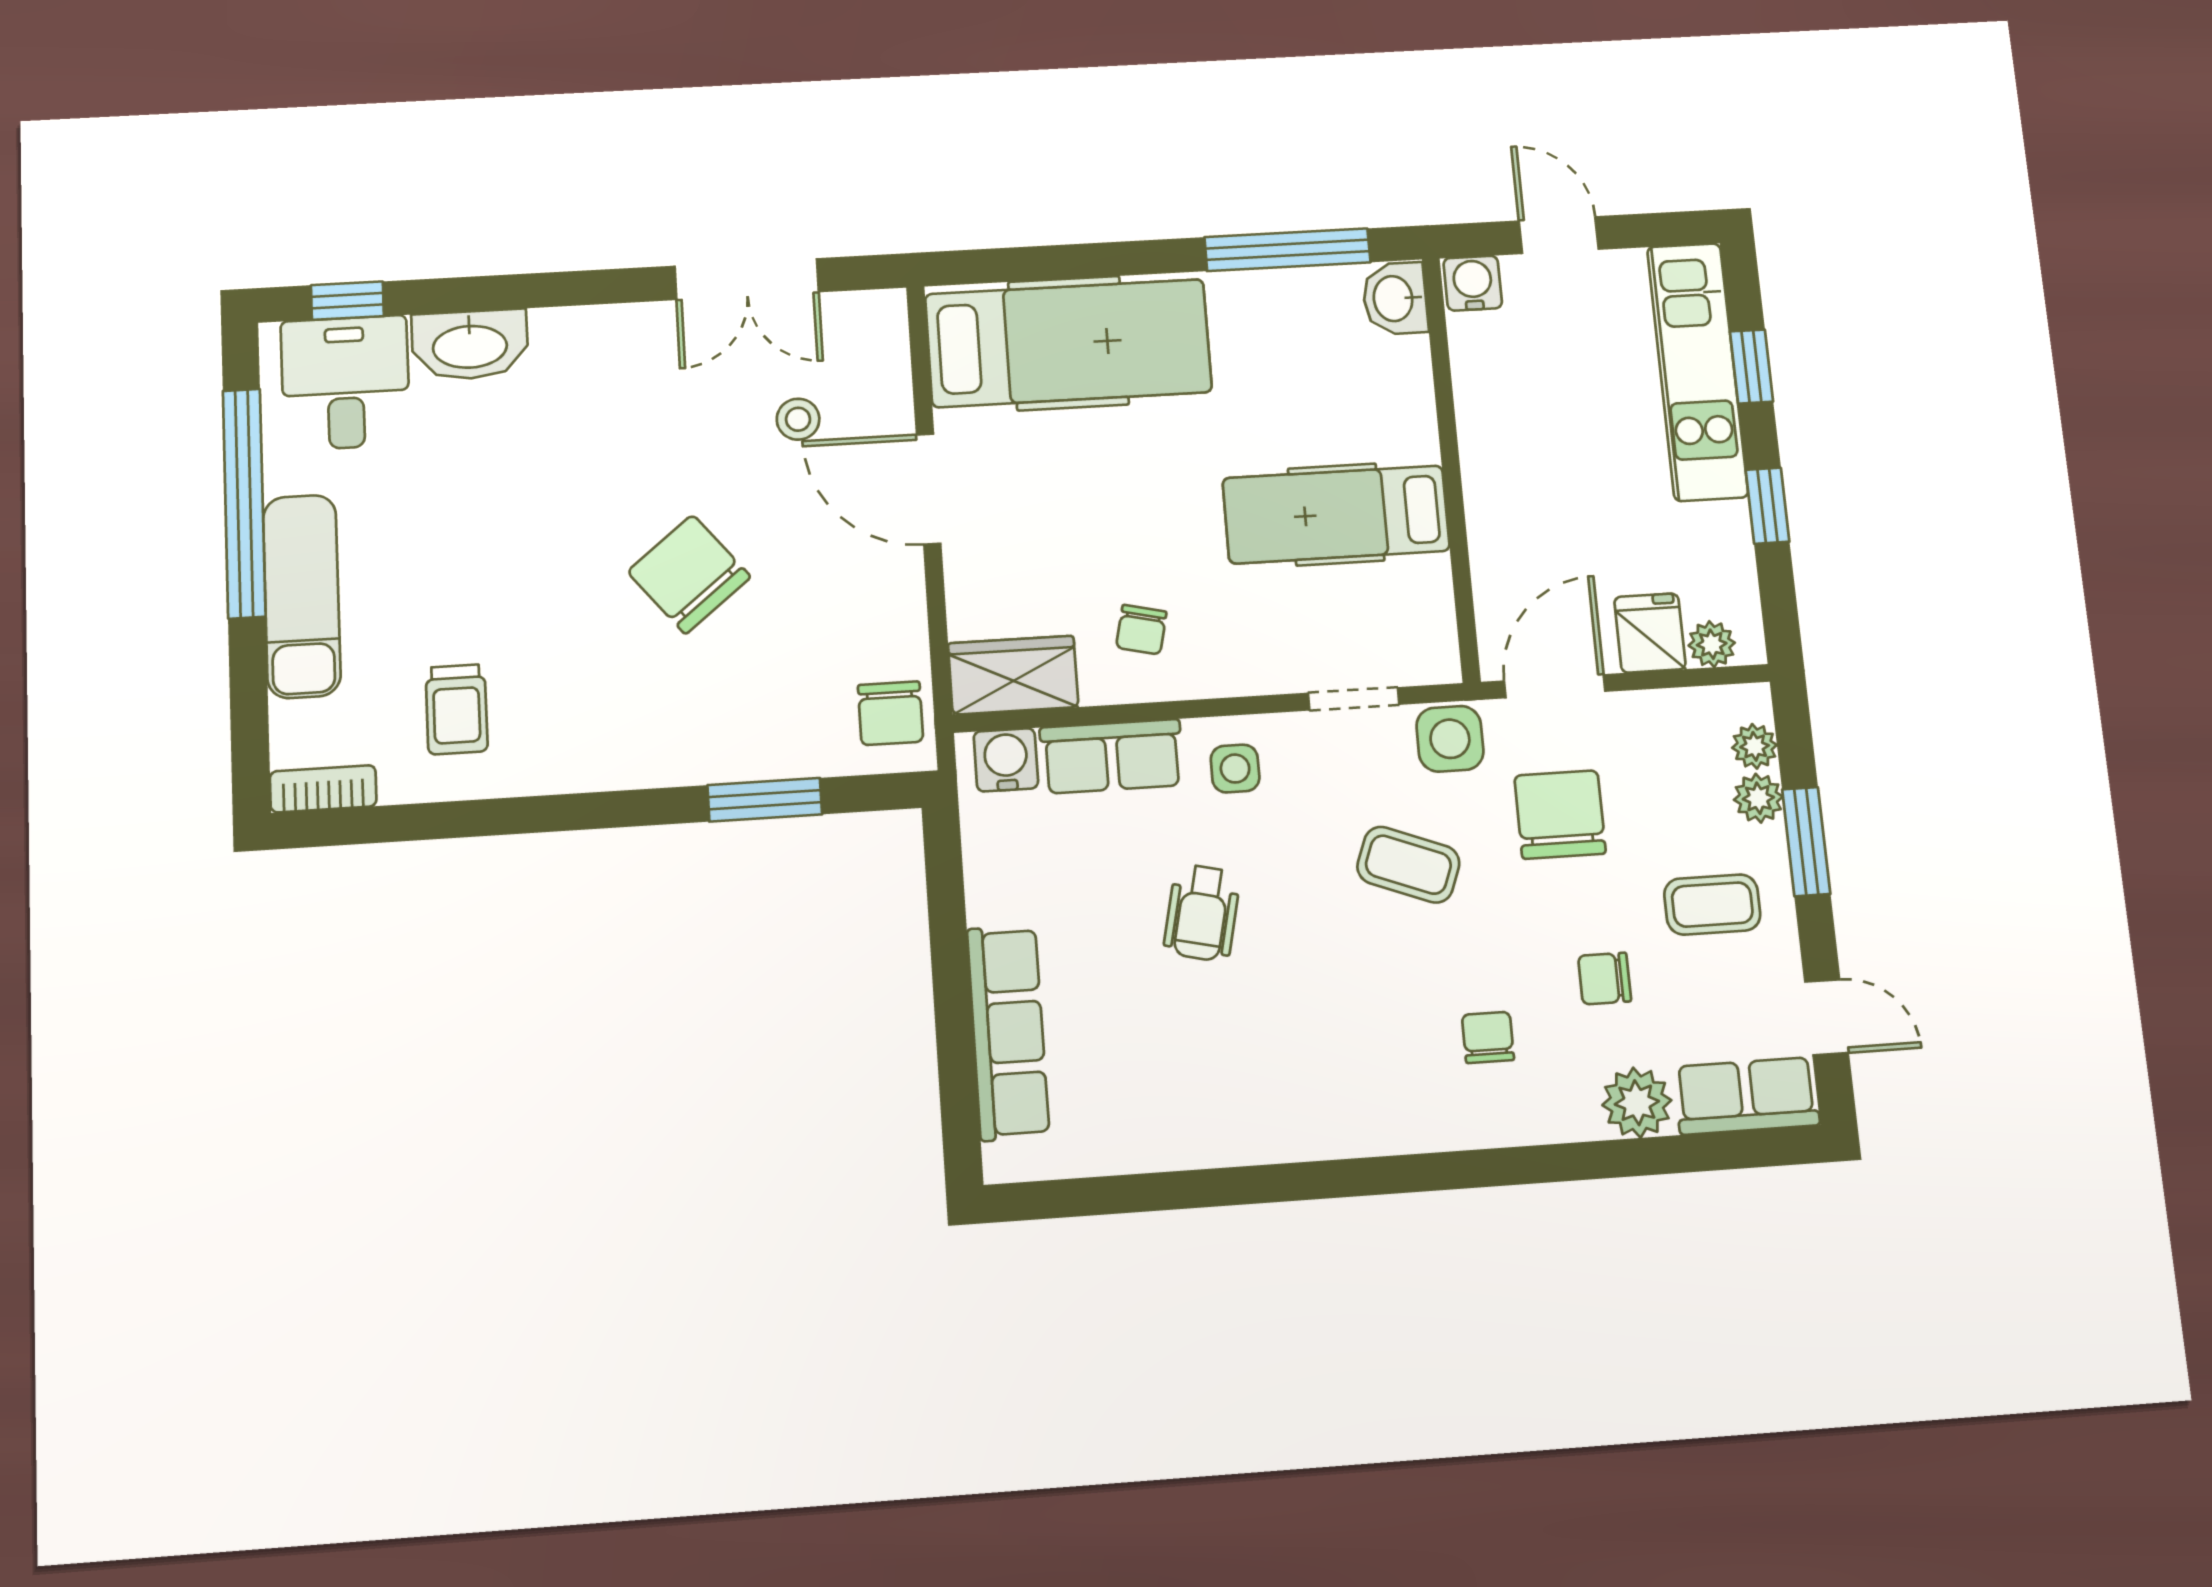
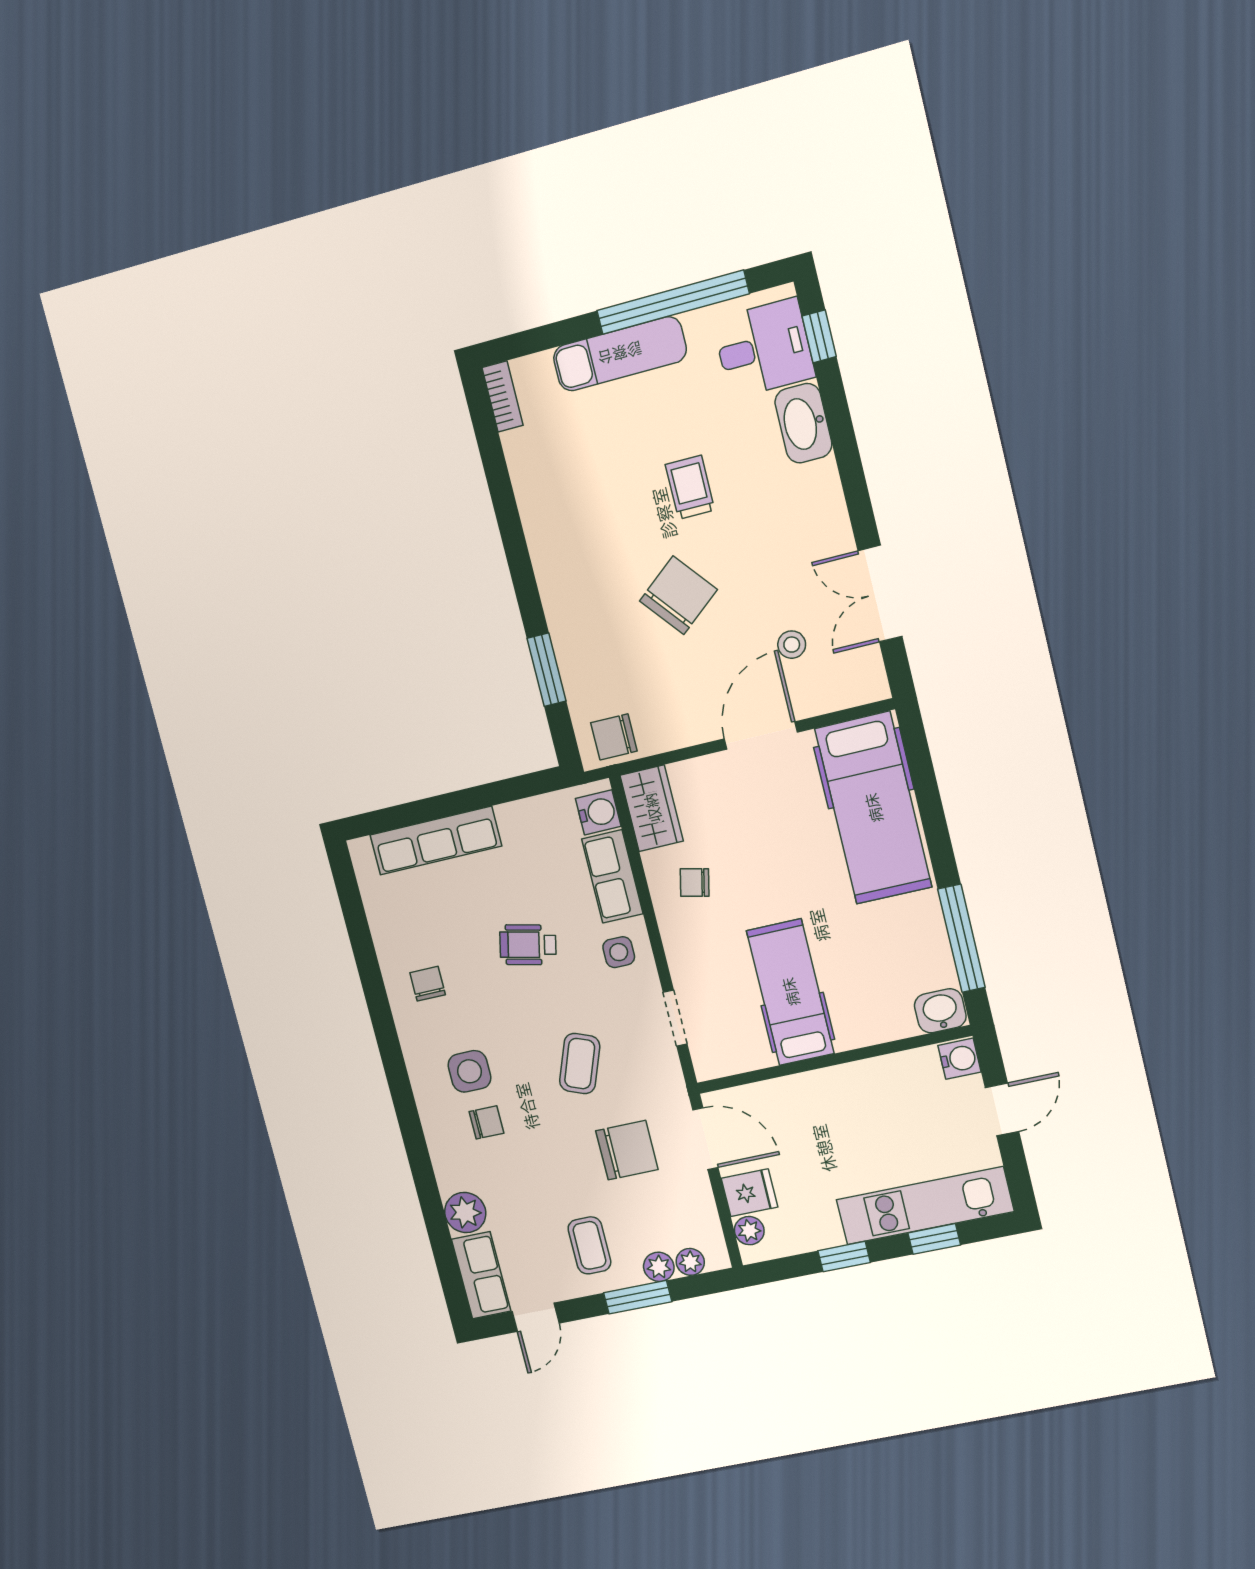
trolley: (457, 709) -> (690, 487), moved, turned 90
side table: (1450, 739) -> (469, 1071), moved
chair: (1605, 979) -> (428, 984), moved

